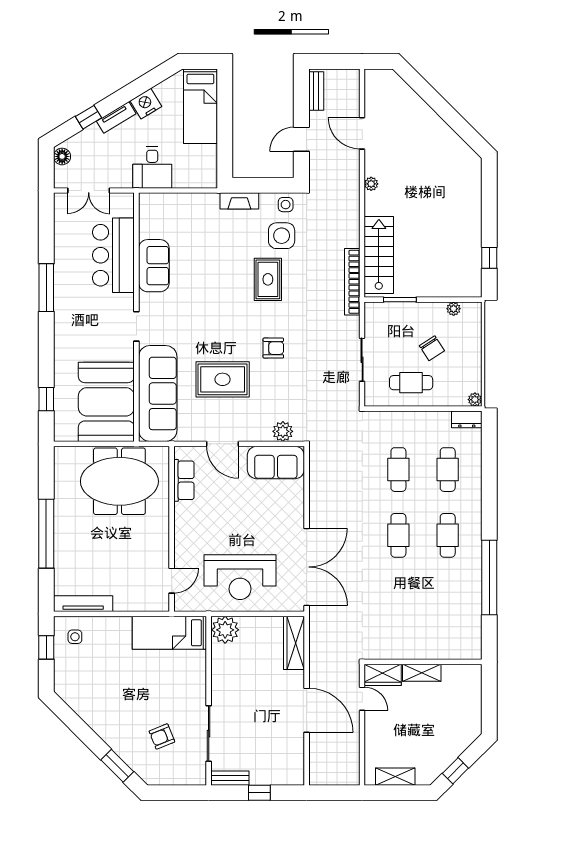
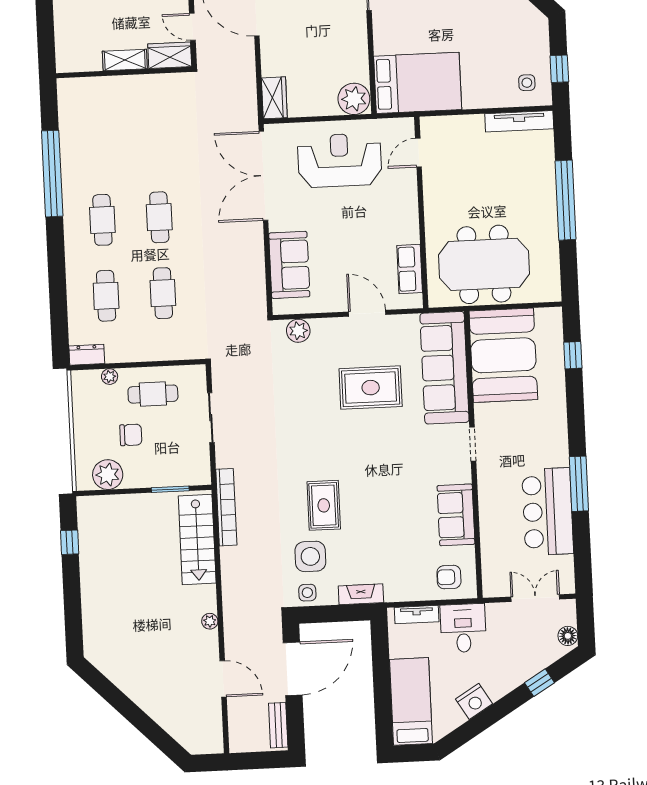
tv unit: (116, 117) -> (417, 615), moved, turned -149
door: (301, 139) -> (293, 669), width x1.87
bar counter: (113, 255) -> (548, 512), moved, turned 180
plant: (454, 309) -> (108, 475), width x1.88, depth x1.88
armchair: (273, 348) -> (449, 577), moved
chair: (432, 348) -> (131, 435), turned 123
plant: (475, 400) -> (110, 377), moved
sofa: (276, 462) -> (289, 265), moved, turned 90
bed: (169, 633) -> (418, 83), width x1.50
wardrobe: (294, 643) -> (274, 98), width x0.67

